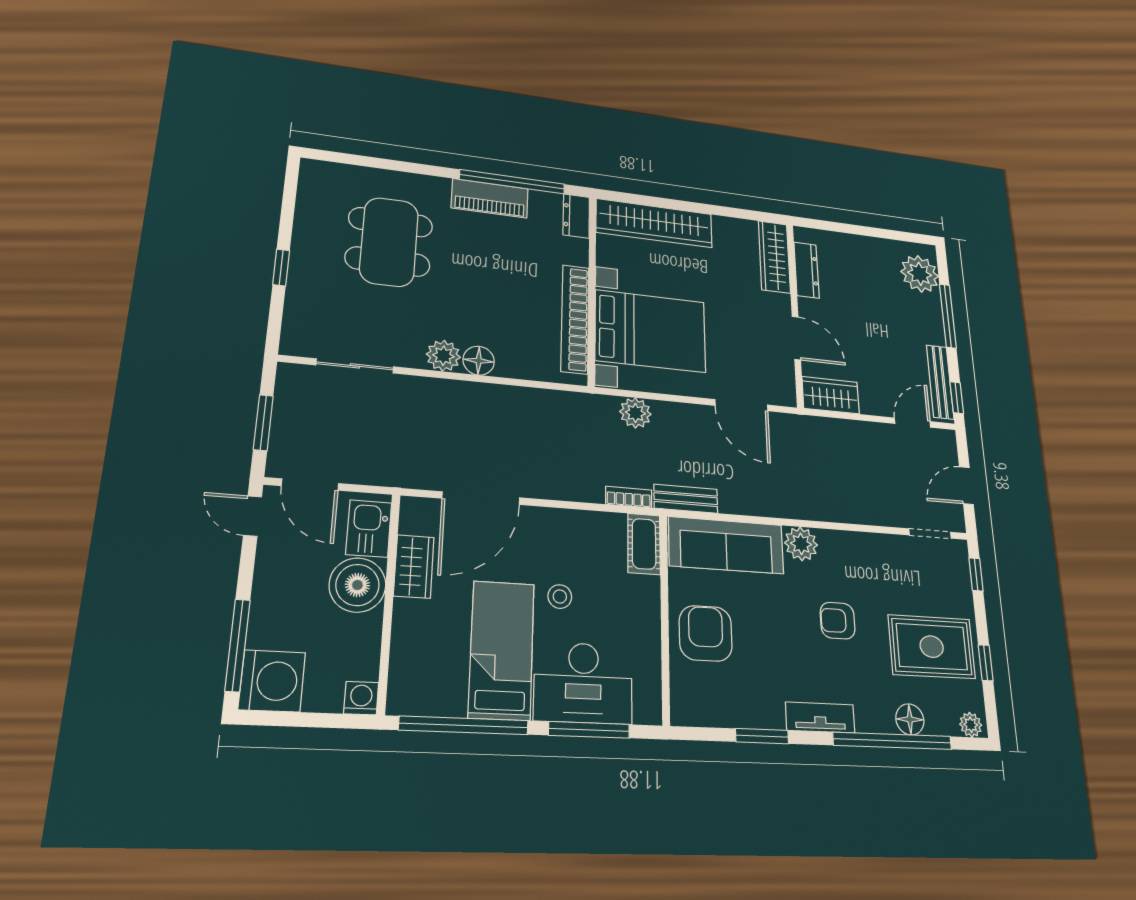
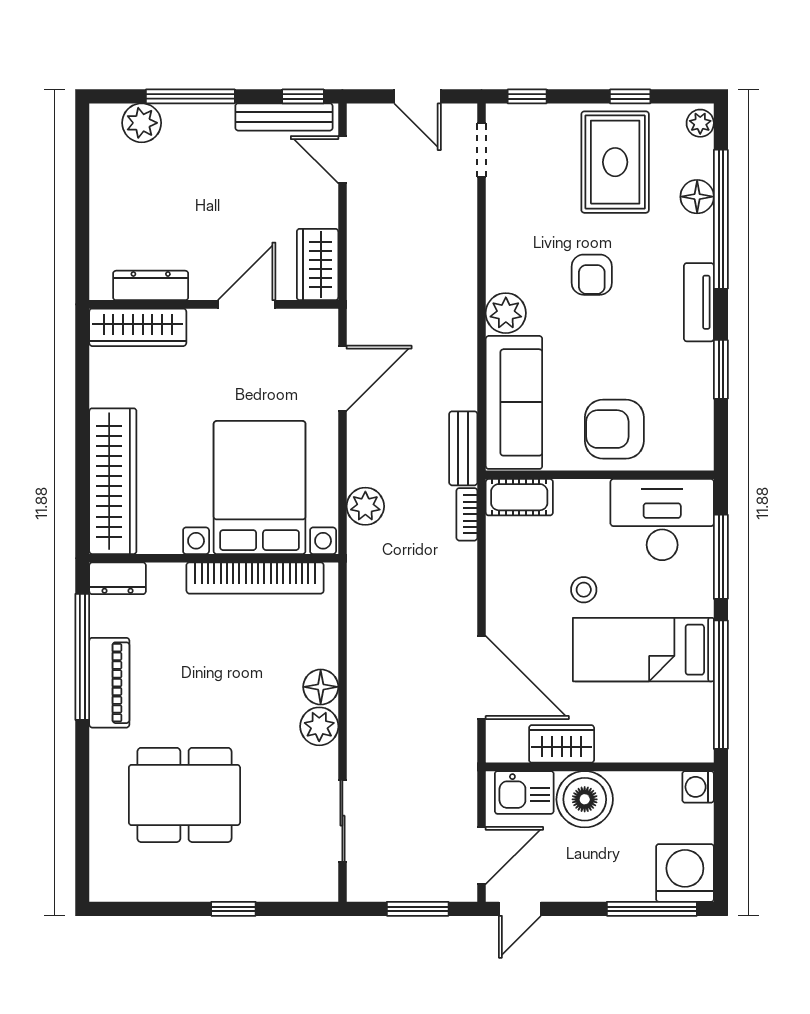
plant: (920, 274) -> (142, 123), width x0.73, depth x0.73
desk: (583, 683) -> (662, 520), moved, turned -90

